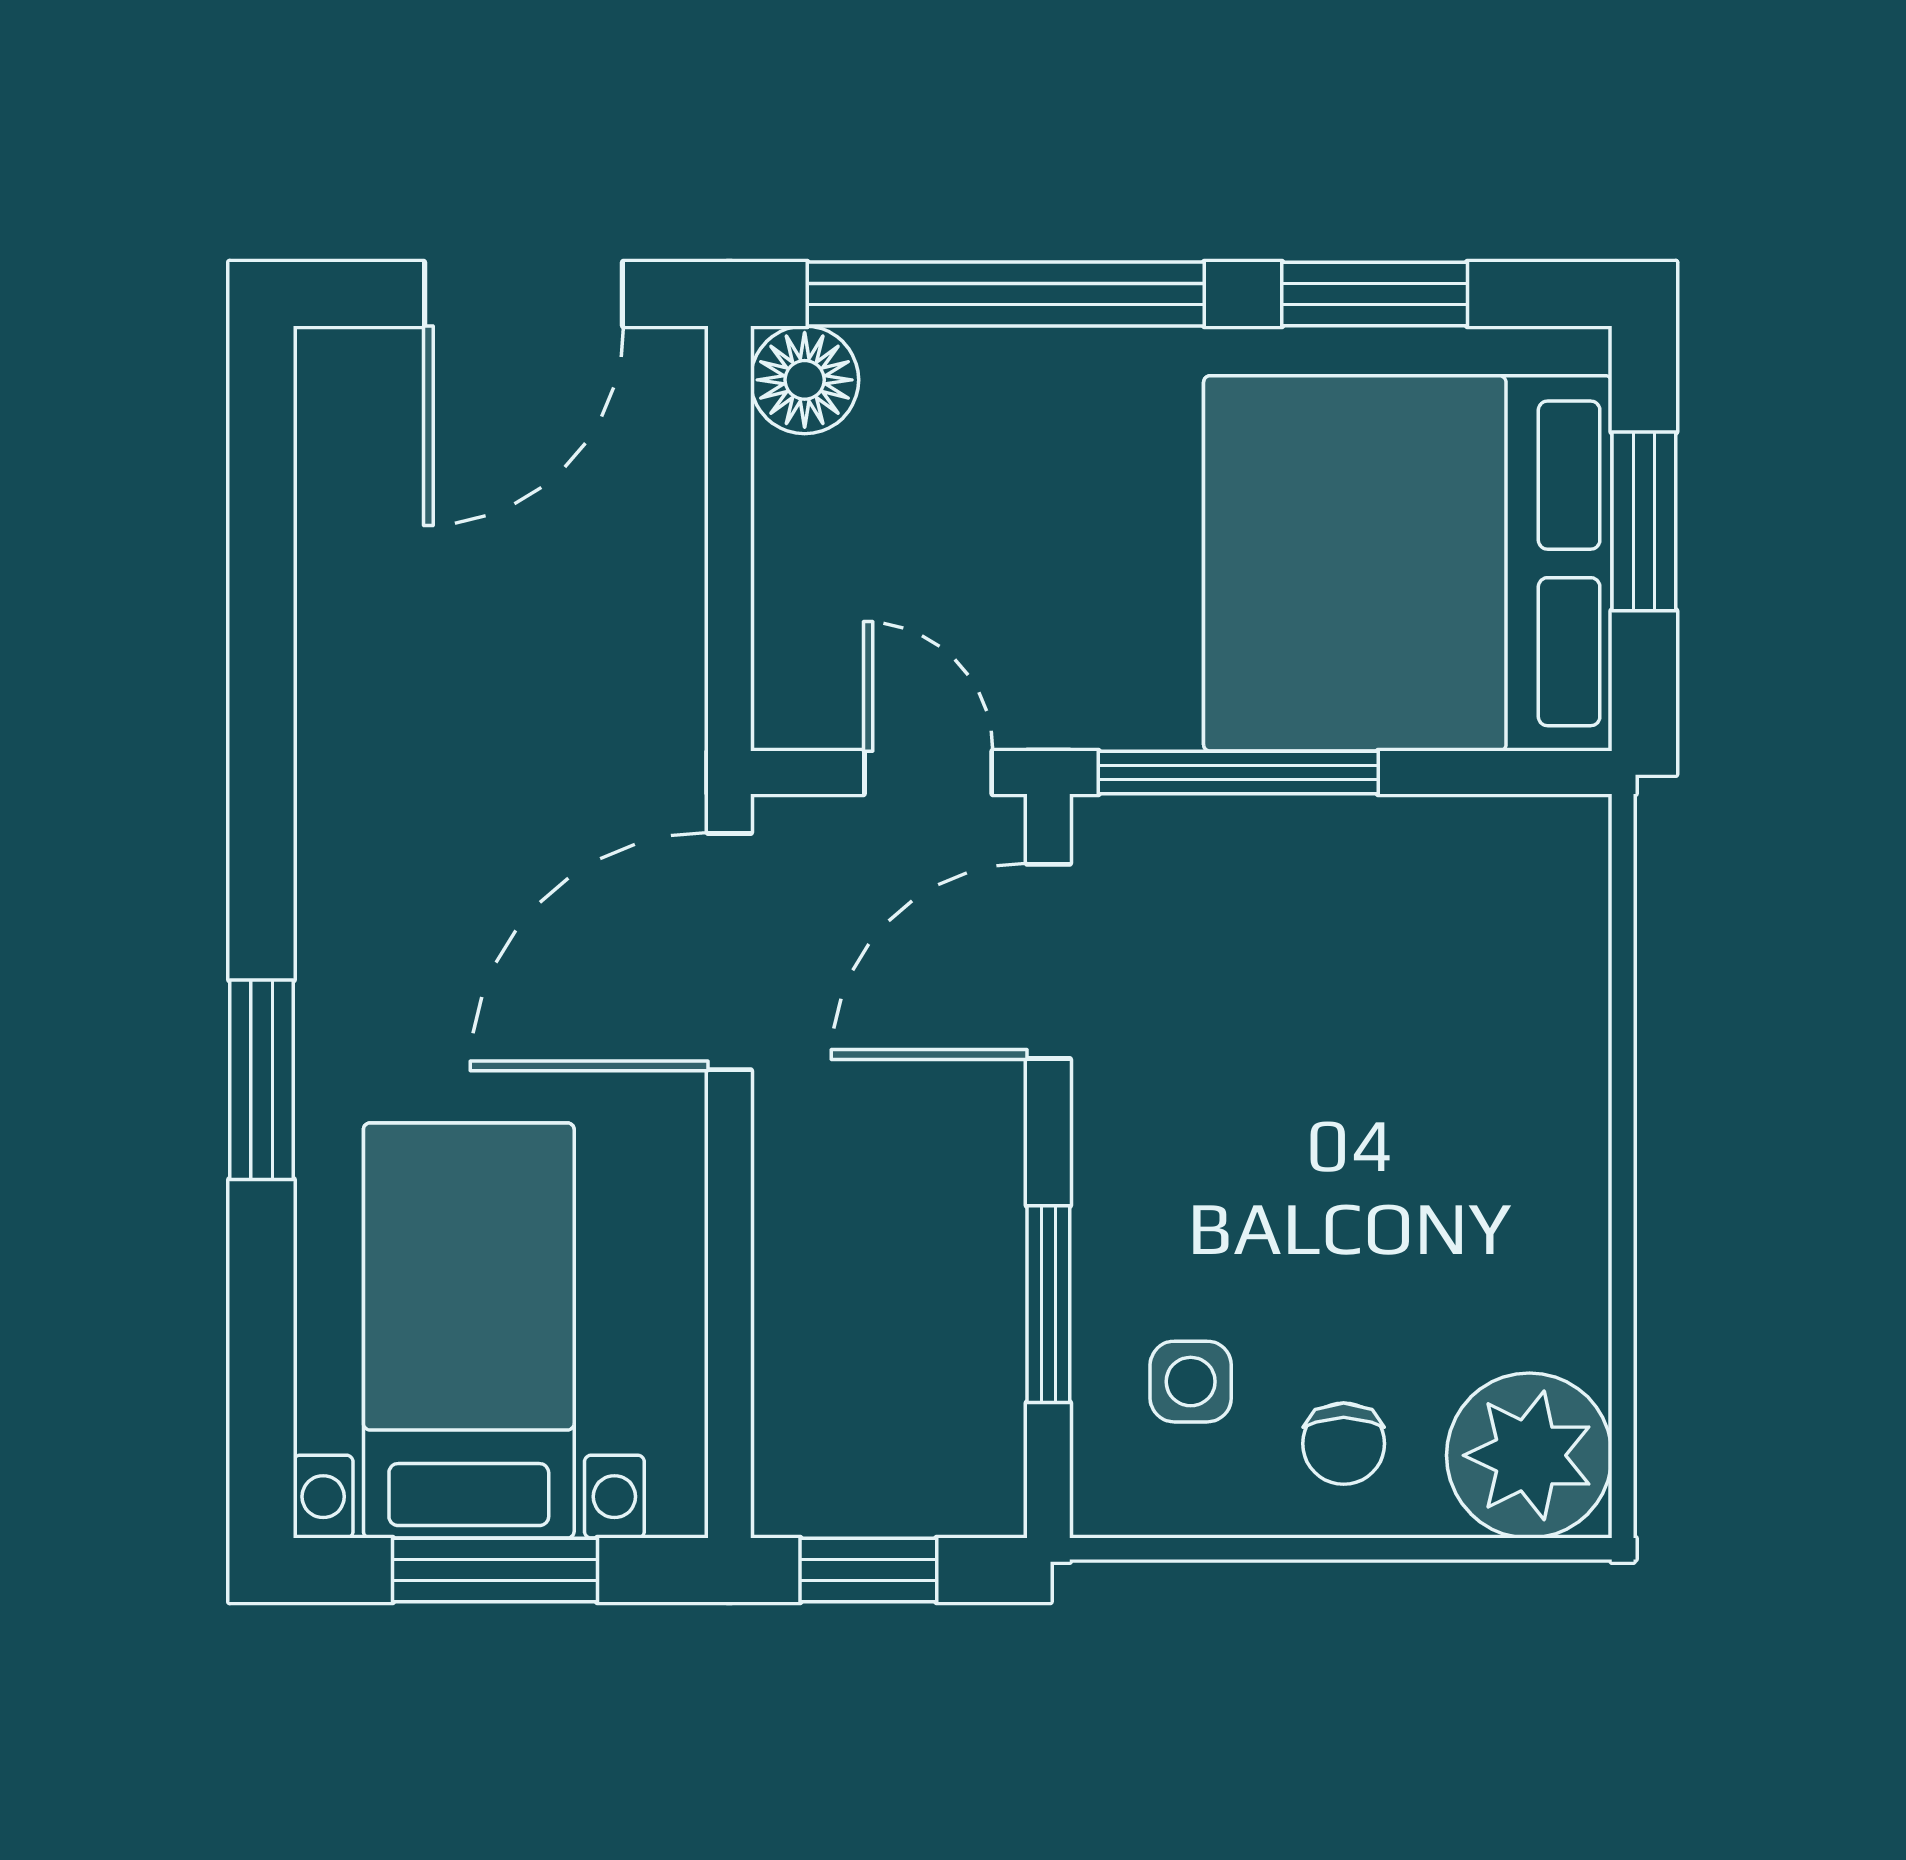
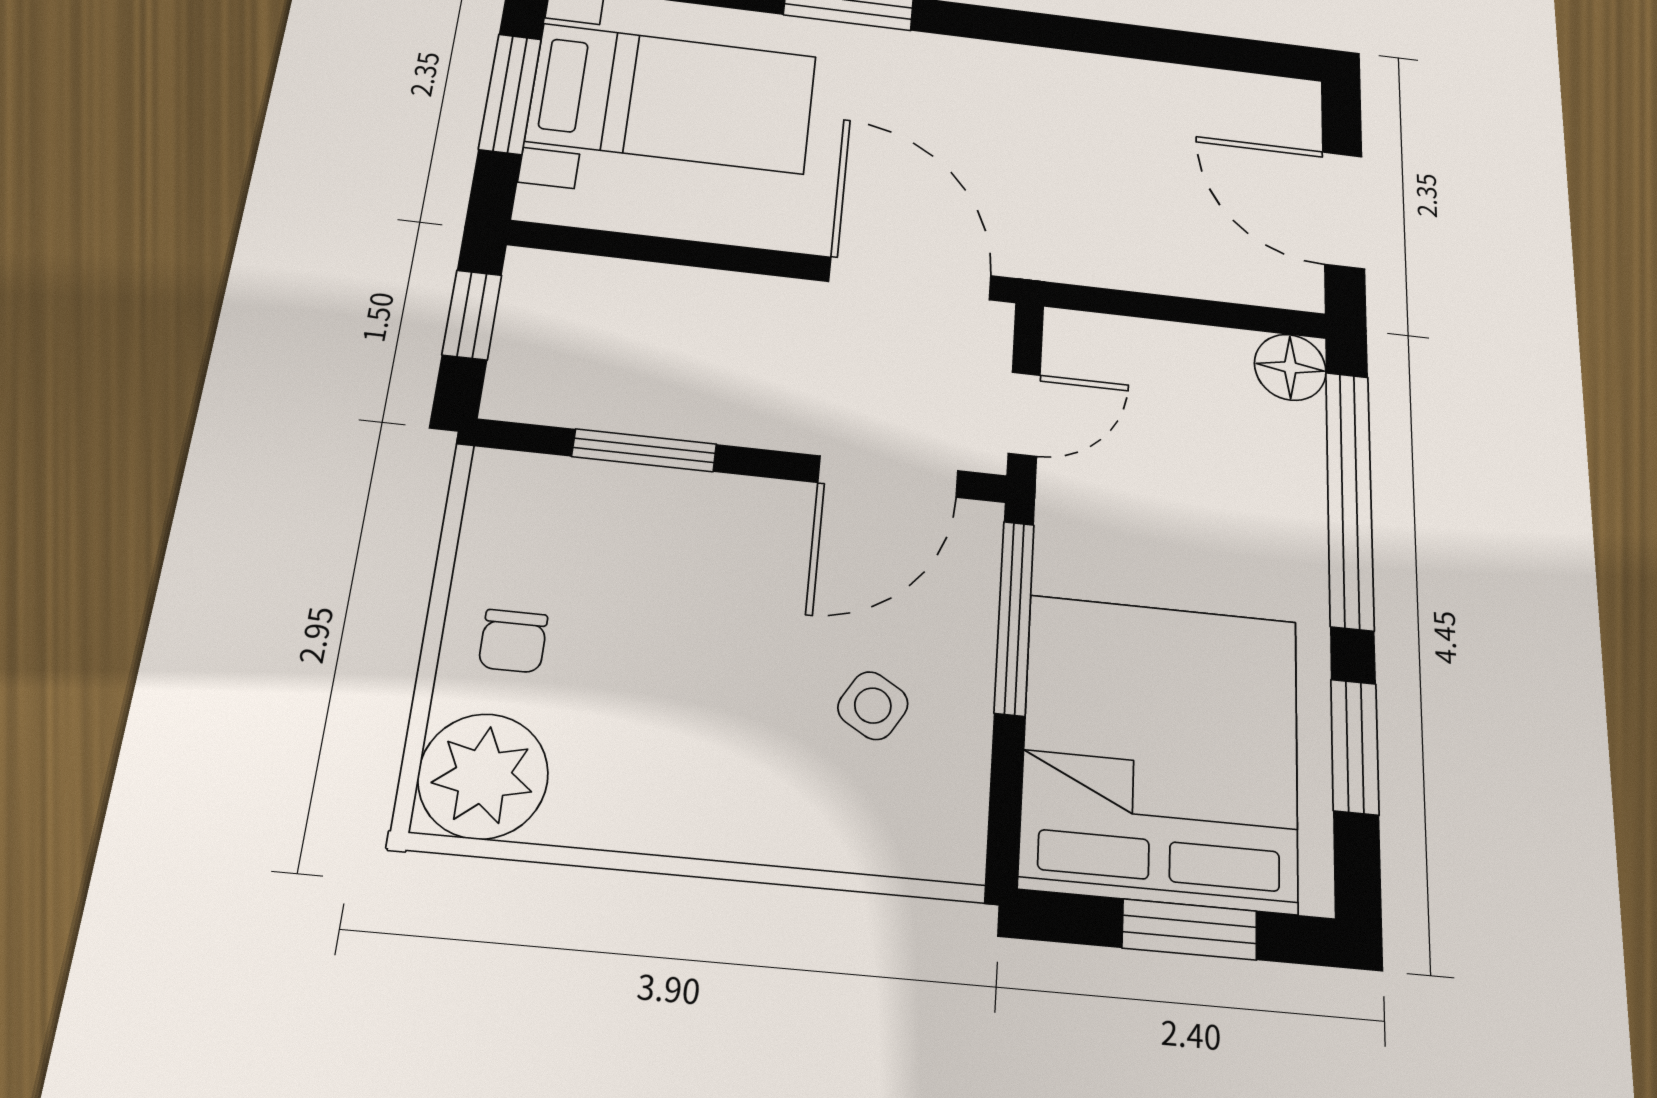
door: (1048, 961) -> (888, 477), swing flipped
side table: (1191, 1382) -> (873, 706), moved, turned 31
chair: (1344, 1444) -> (513, 641), turned -90

